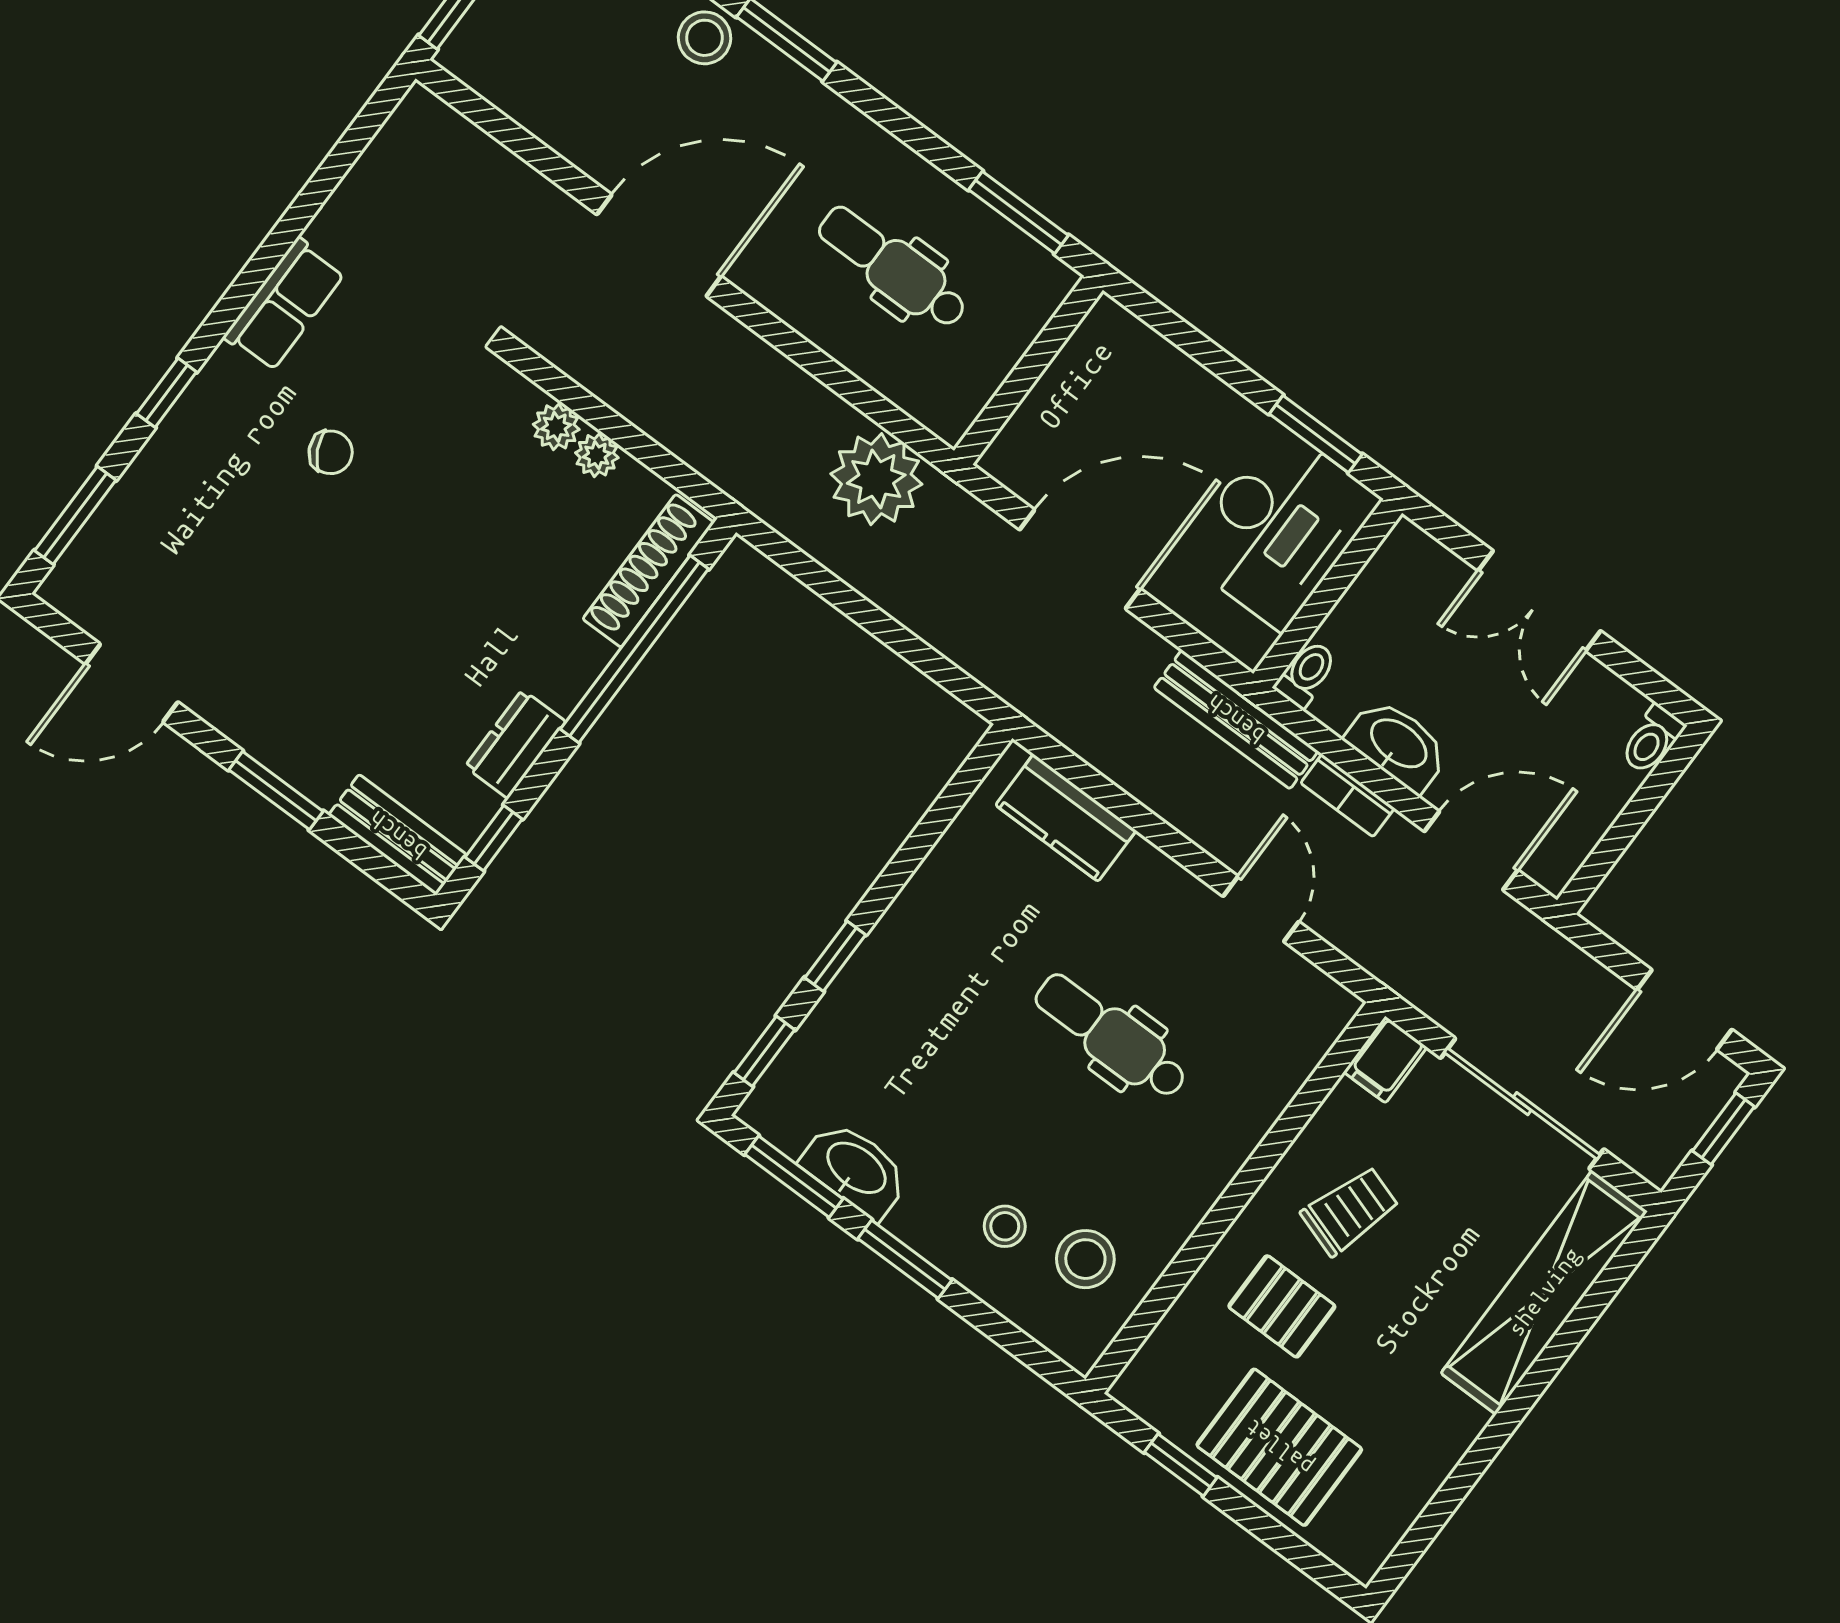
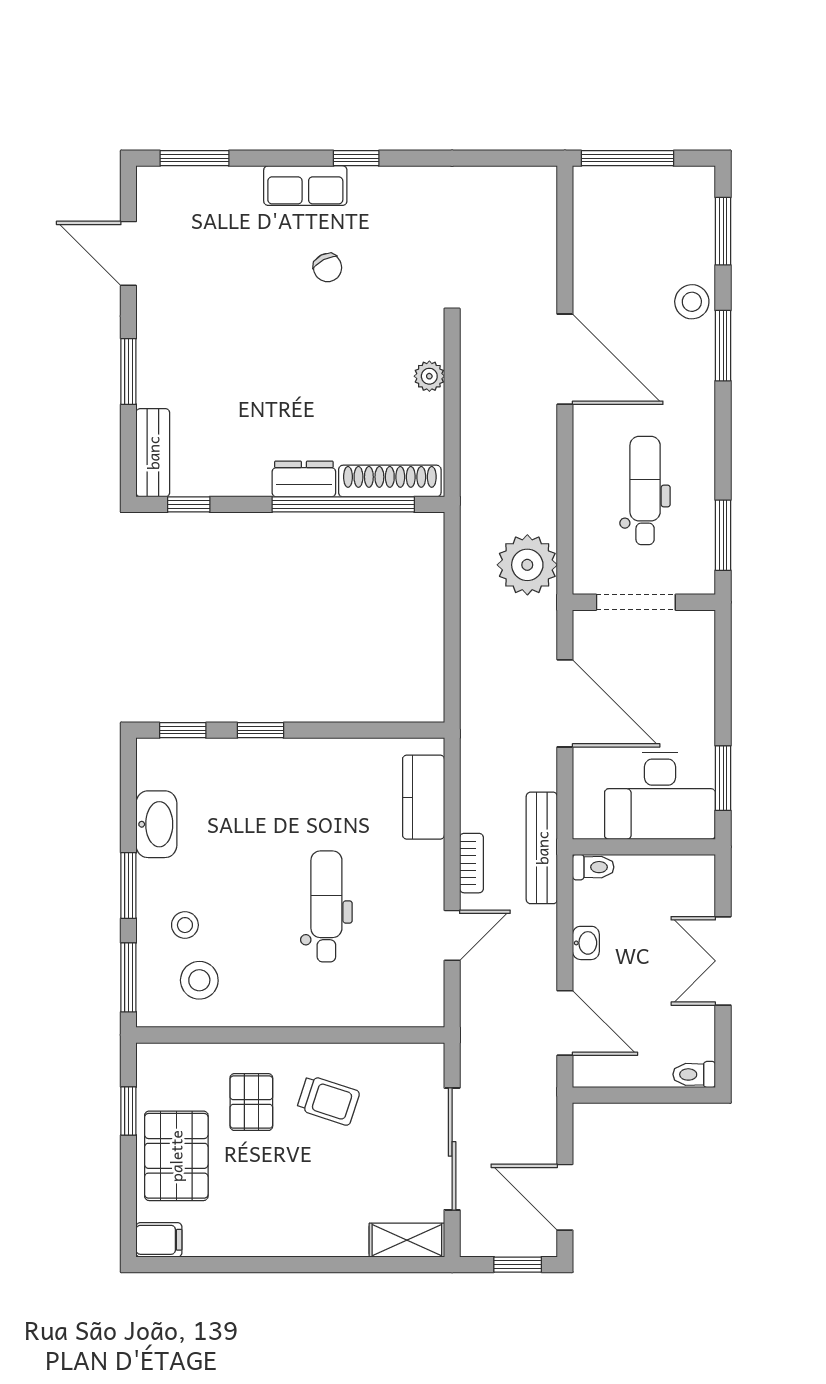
row of seats: (284, 305) -> (305, 186), moved
doorway: (1021, 380) -> (636, 602), added
window: (167, 393) -> (356, 158), moved
plant: (597, 455) -> (430, 409), removed
dresser: (515, 744) -> (304, 479), moved
washbasin: (1398, 745) -> (586, 943), width x0.52, depth x0.69
bookcase: (1348, 796) -> (471, 863), moved, turned 180
filing cabinet: (1385, 1060) -> (159, 1240), moved, turned 180
window: (794, 1177) -> (128, 977), moved
shelving: (1544, 1292) -> (407, 1240), width x0.45, depth x0.75

